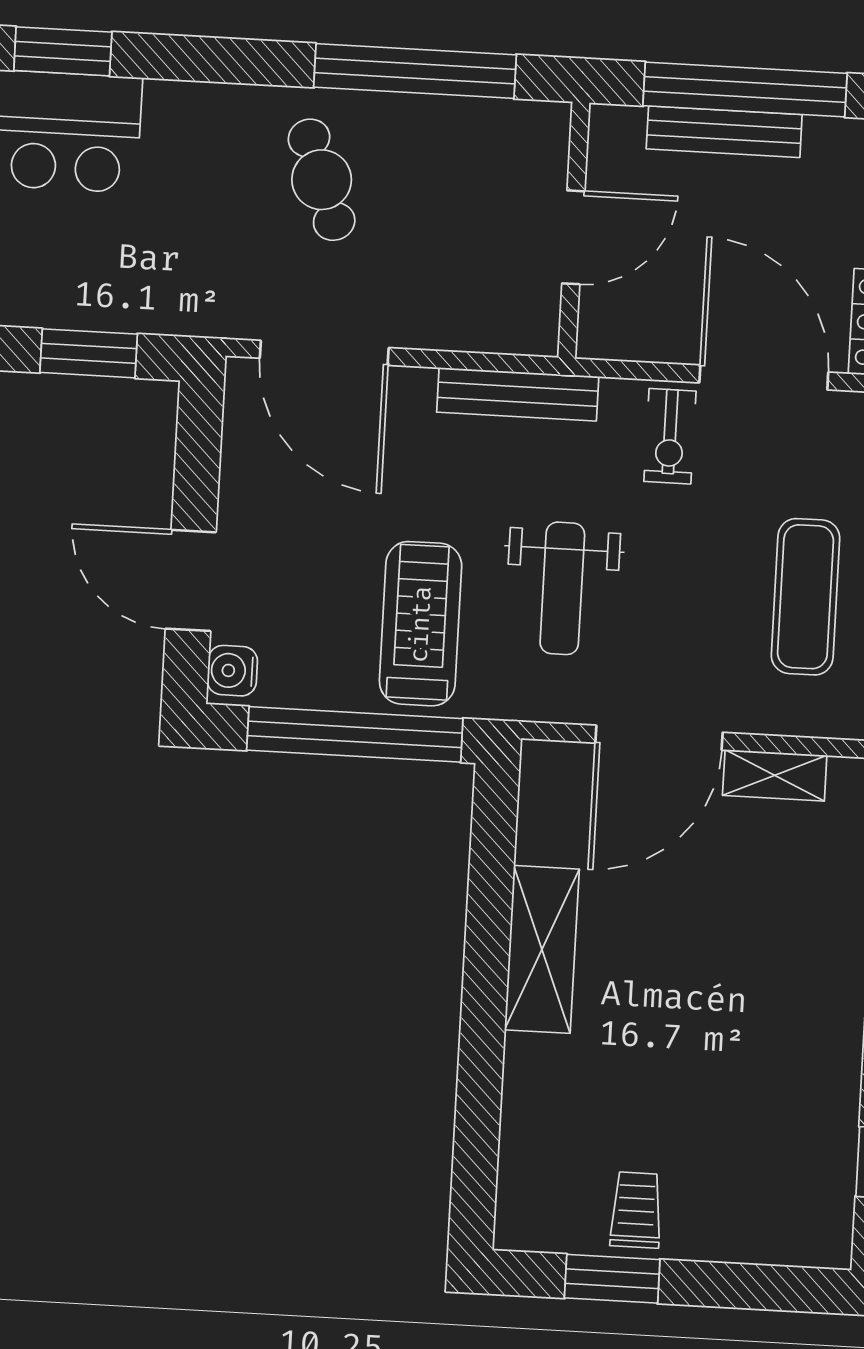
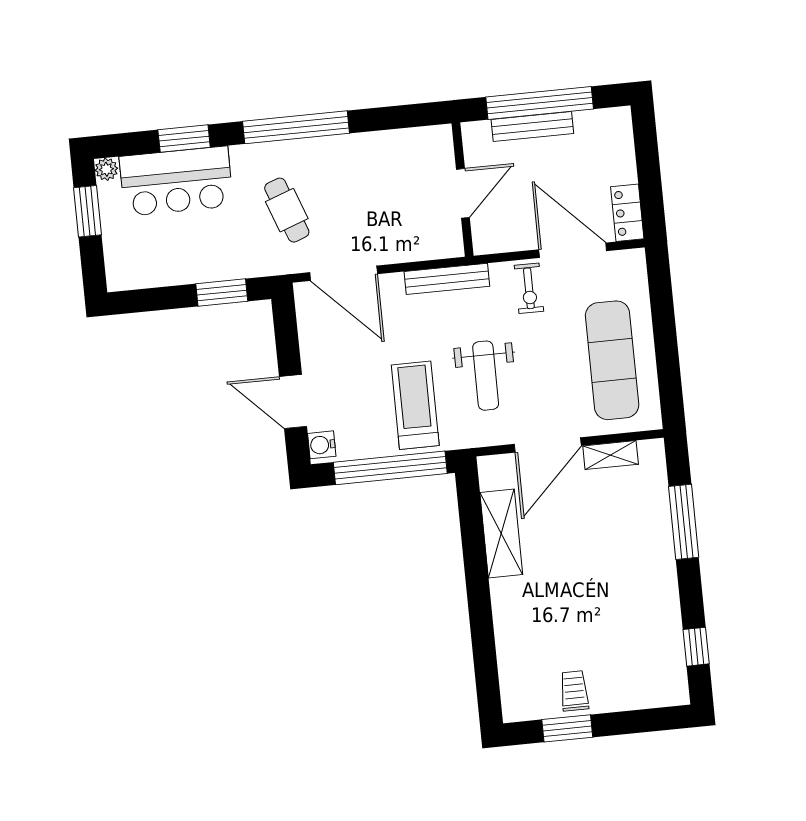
window: (415, 71) -> (296, 127), moved
cafe table: (322, 180) -> (287, 210), moved
exercise mat: (806, 597) -> (612, 360), width x1.36, depth x1.45
shelving: (542, 949) -> (501, 533), moved

